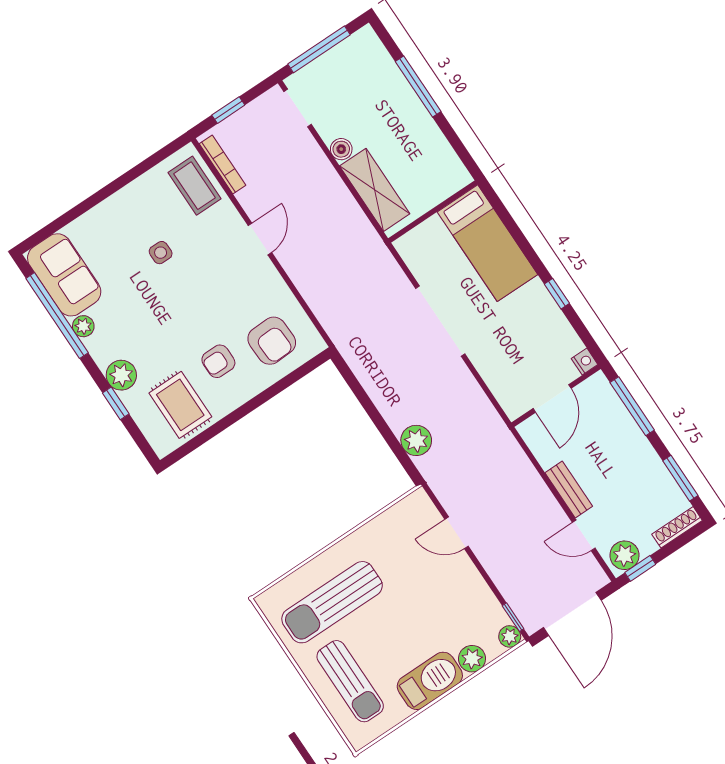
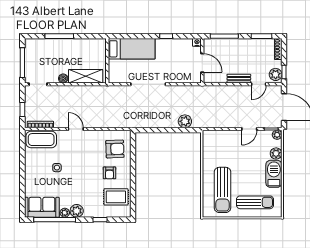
coffee table: (195, 186) -> (41, 140), width x1.36, depth x1.32
plant: (121, 375) -> (77, 211), moved
door: (457, 533) -> (249, 129), moved

